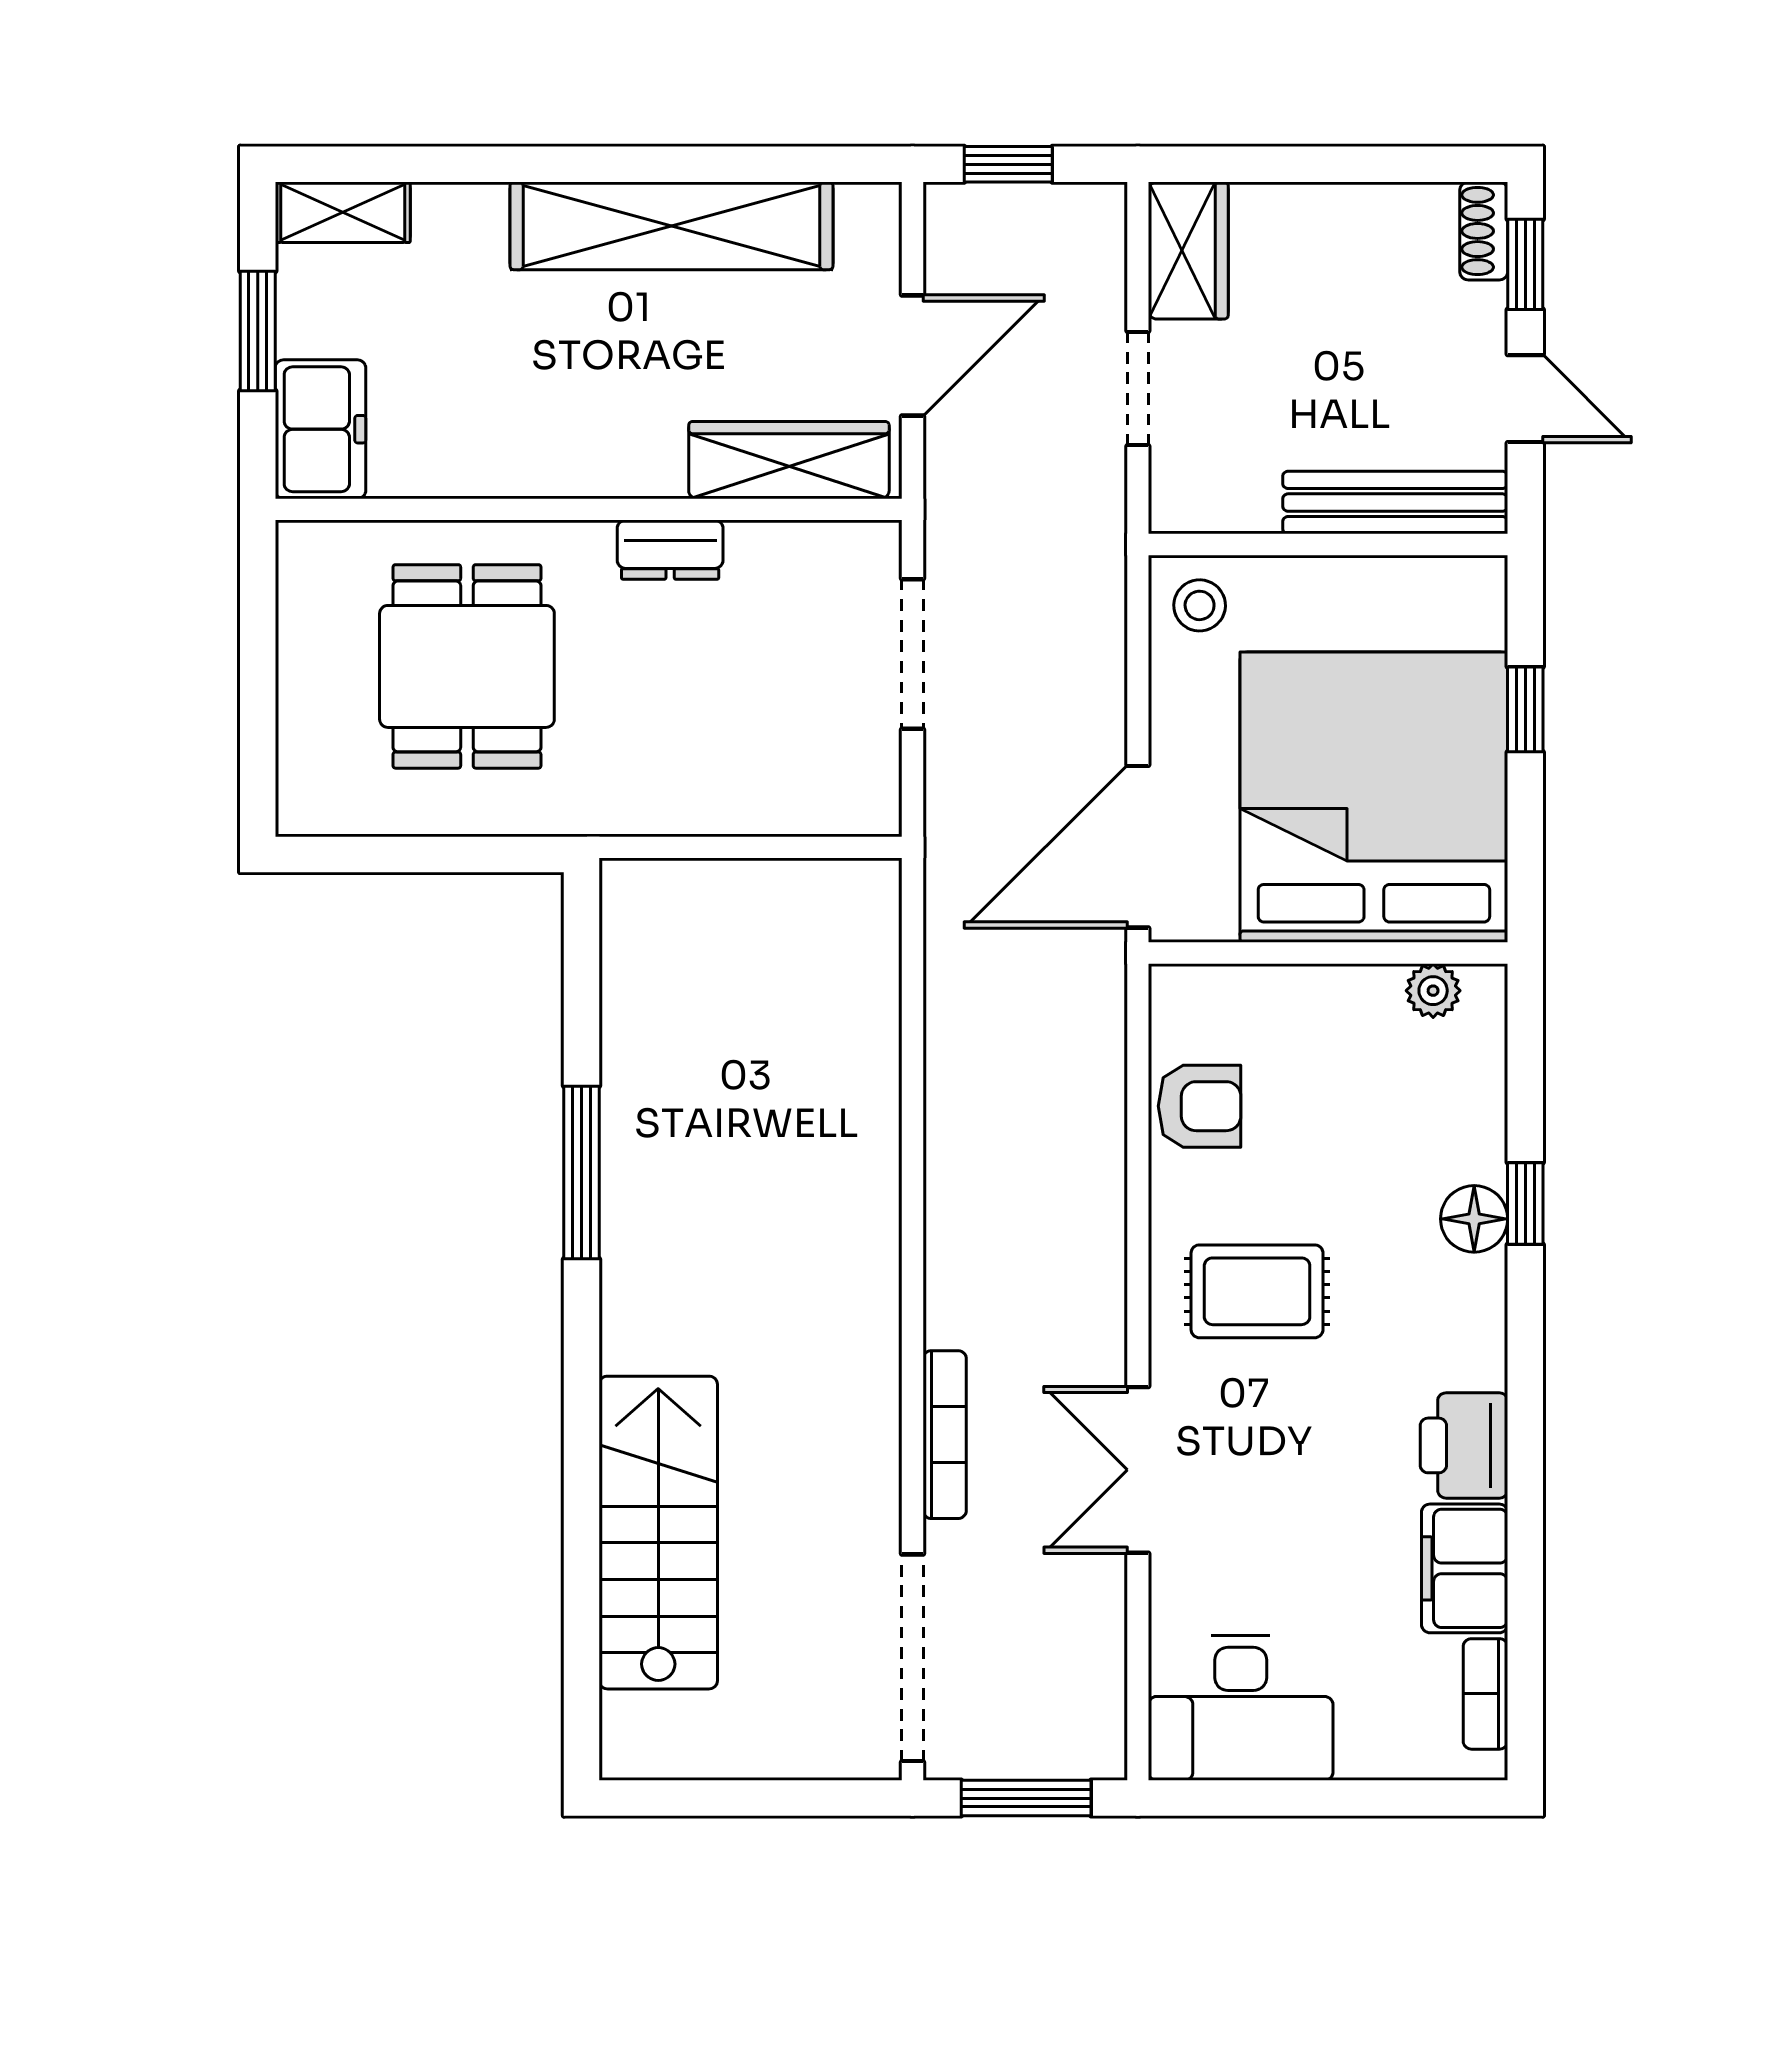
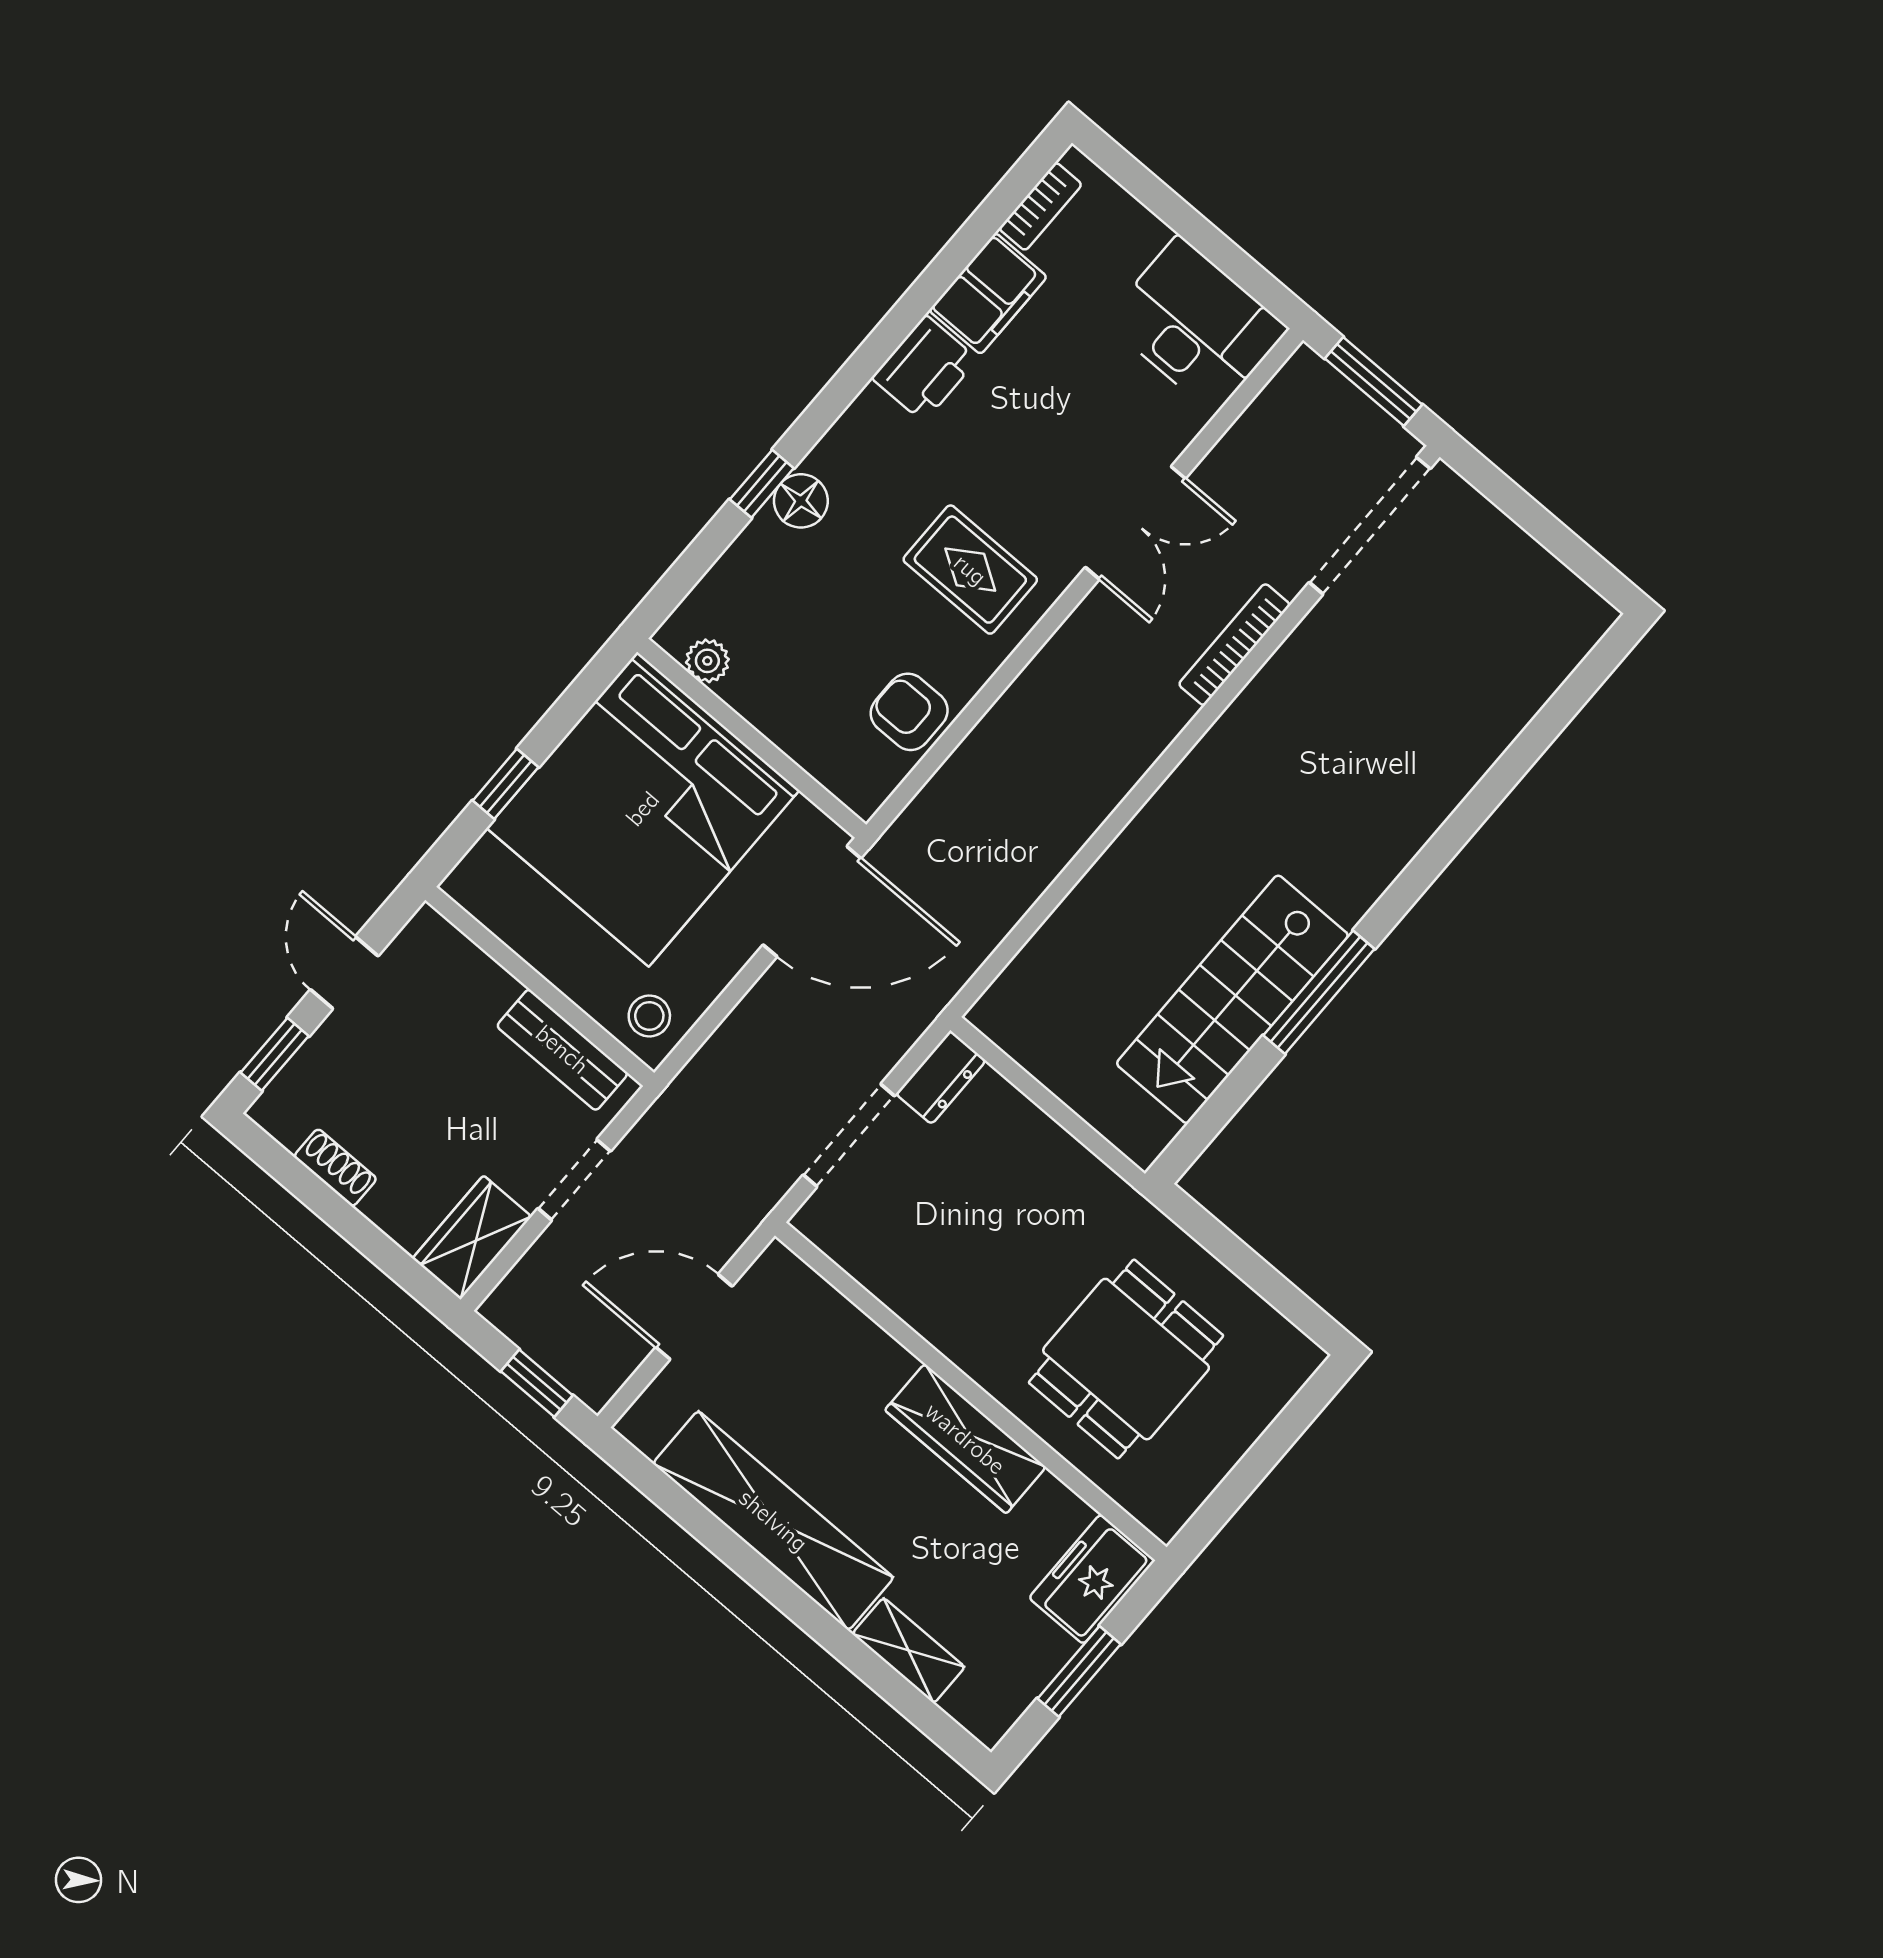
shelving: (343, 212) -> (909, 1650), moved
shoe rack: (1484, 231) -> (335, 1168), moved, turned -90
wardrobe: (789, 460) -> (965, 1439), moved
bench: (1395, 503) -> (562, 1050), moved, width x0.73
dresser: (670, 550) -> (941, 1077), moved, turned 90
stairs: (658, 1533) -> (1232, 999), moved

